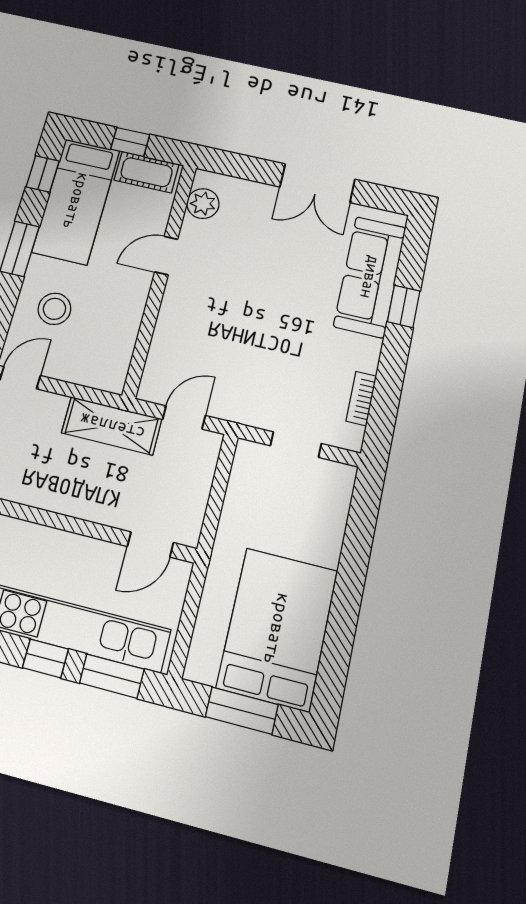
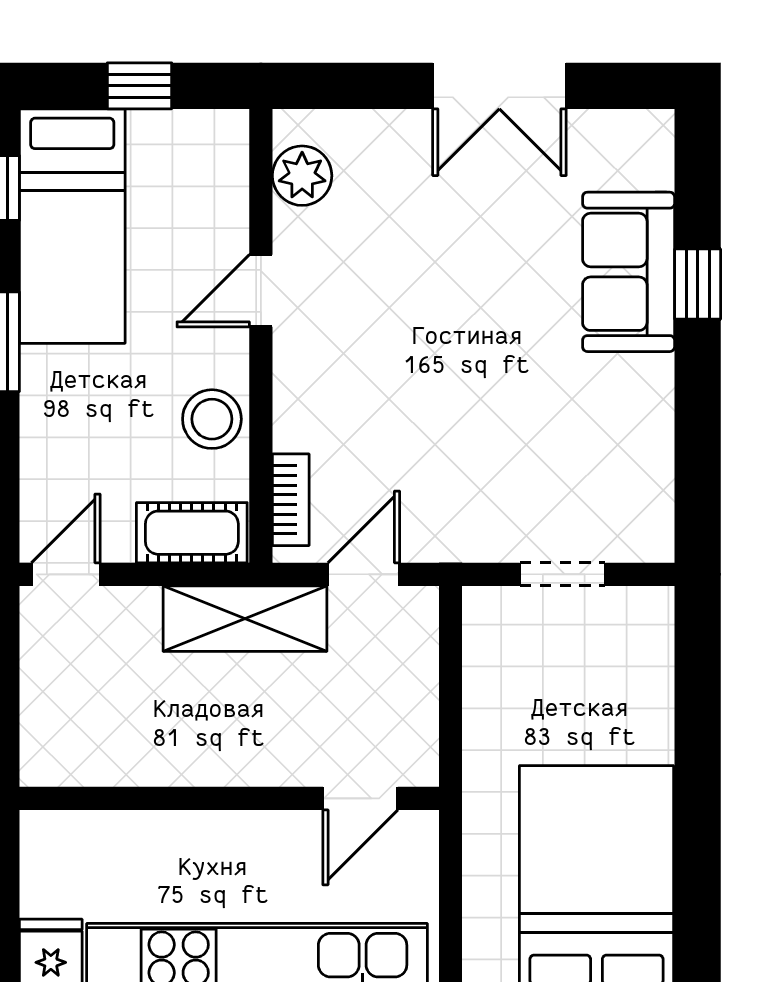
cot: (147, 172) -> (192, 533), moved
sofa: (370, 277) -> (629, 272), width x0.73
stool: (54, 309) -> (212, 419), moved
bookcase: (361, 399) -> (291, 500), moved, turned 180

